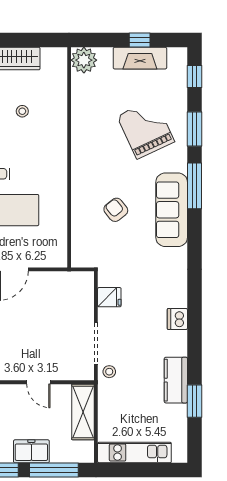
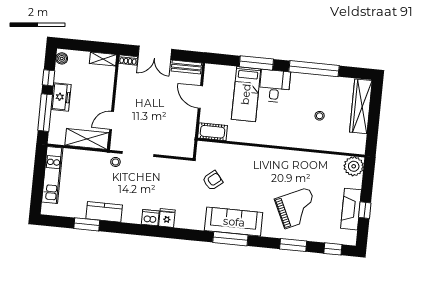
window: (194, 186) -> (230, 239), moved
armchair: (116, 210) -> (213, 181), moved
cot: (57, 249) -> (212, 132), added
fridge: (109, 297) -> (167, 218), moved, turned 180
door: (38, 382) -> (112, 120), moved

